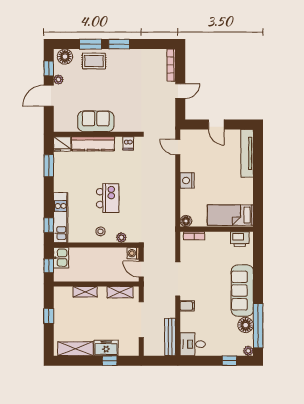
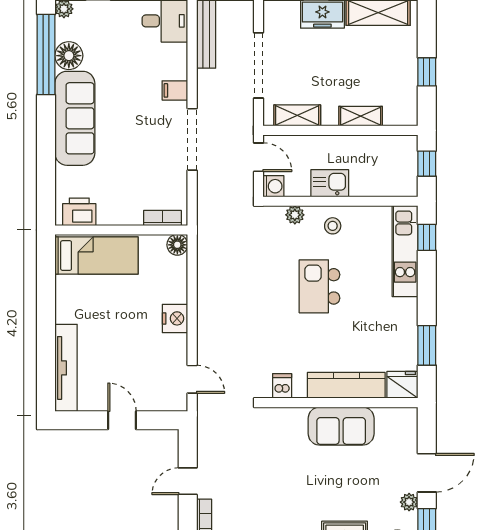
kitchen sink: (61, 258) -> (330, 183), moved, turned 90

